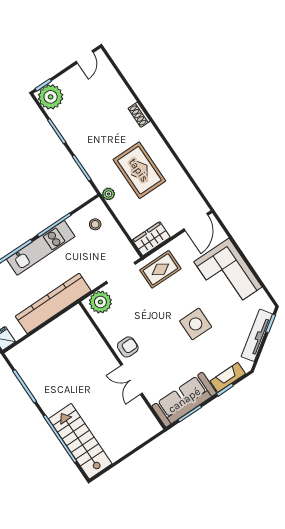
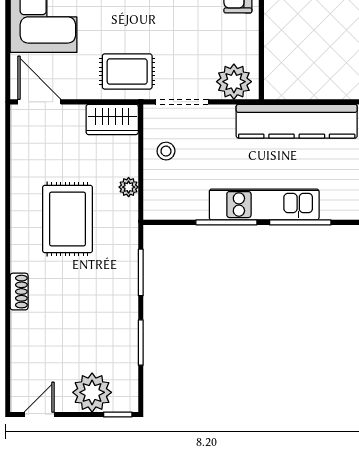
plant: (51, 97) -> (92, 392), moved
plant: (108, 194) -> (129, 187), moved
door: (196, 222) -> (39, 102), hinge flipped
stool: (95, 224) -> (166, 151), moved

